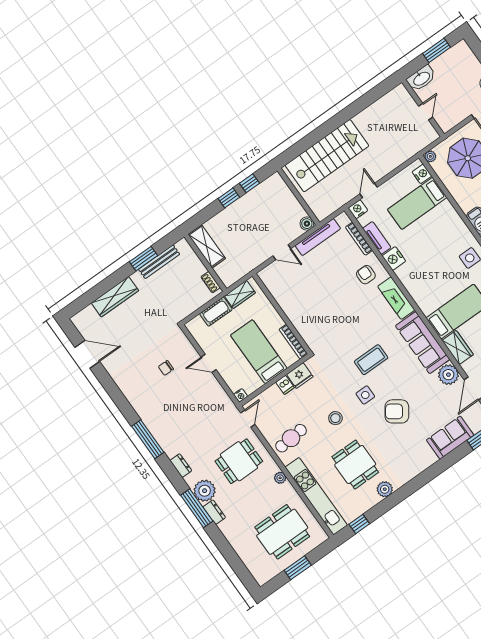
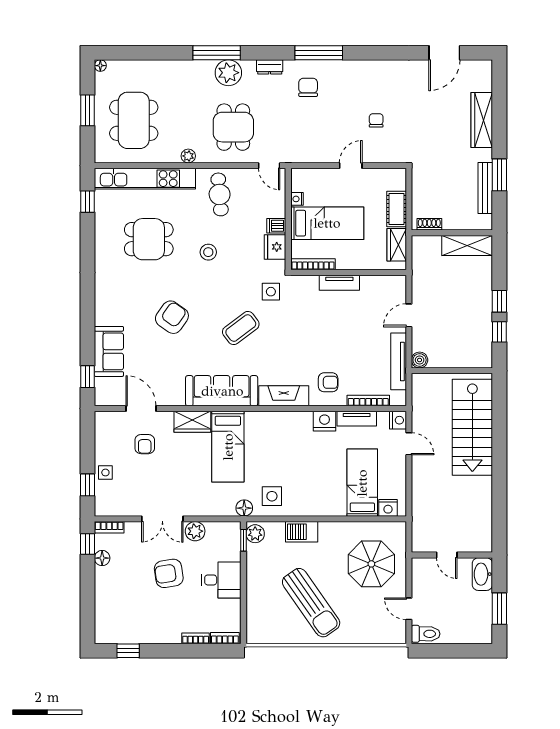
plant: (430, 156) -> (399, 528), removed
tv unit: (293, 315) -> (339, 283), added
coffee table: (371, 360) -> (241, 328), turned 53
plant: (448, 375) -> (172, 394), removed
nightstand: (241, 395) -> (297, 199), moved
side table: (365, 395) -> (271, 292), moved
chair: (176, 430) -> (308, 87), added
plant: (385, 489) -> (104, 251), removed
dresser: (214, 512) -> (200, 67), removed
floor lamp: (261, 581) -> (100, 66), added

